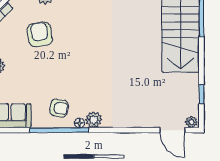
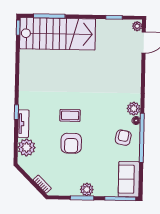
armchair: (40, 35) -> (71, 143), moved, turned -81
coffee table: (84, 45) -> (70, 115), added

